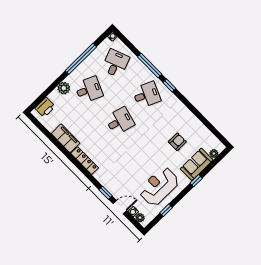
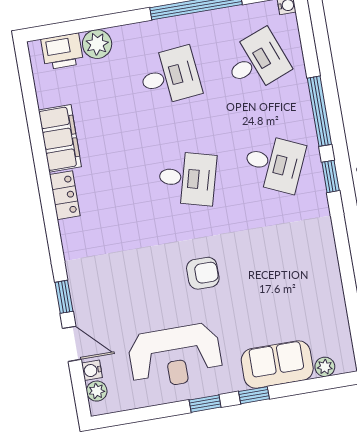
plant: (64, 88) -> (97, 44), moved
desk: (89, 90) -> (170, 76), turned -30
armchair: (177, 142) -> (203, 273), moved
locker: (85, 161) -> (65, 195), width x0.66
reception desk: (159, 186) -> (175, 356), turned 180
window: (166, 210) -> (205, 404), moved

